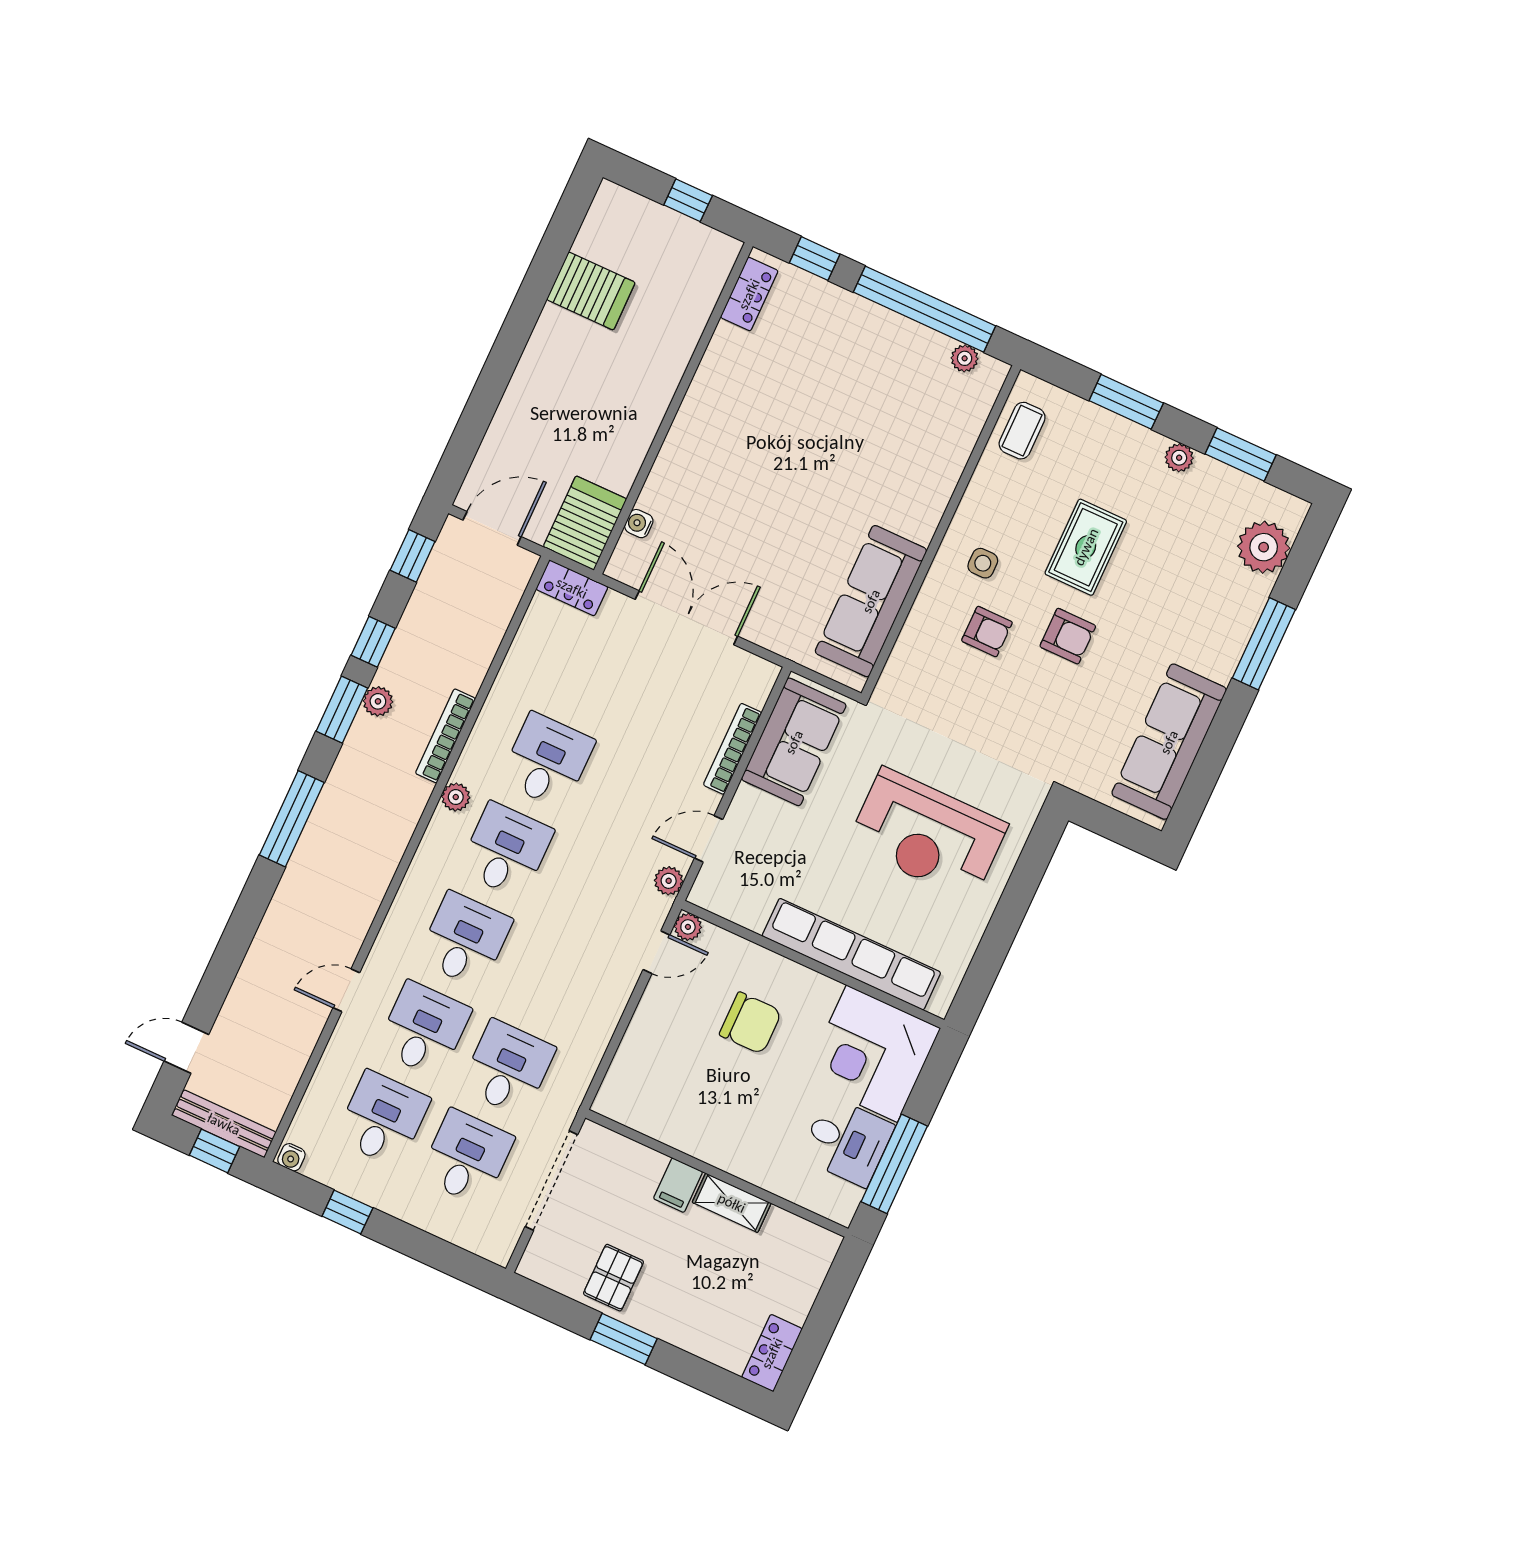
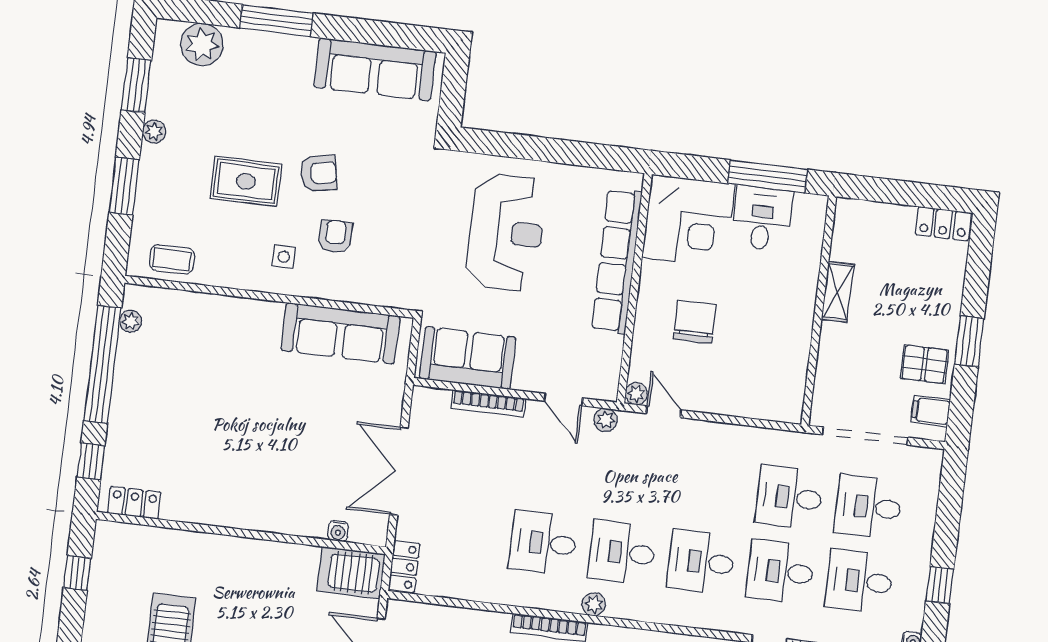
armchair: (1068, 636) -> (319, 173), turned 79
filing cabinet: (678, 1185) -> (931, 411), moved, turned 180

